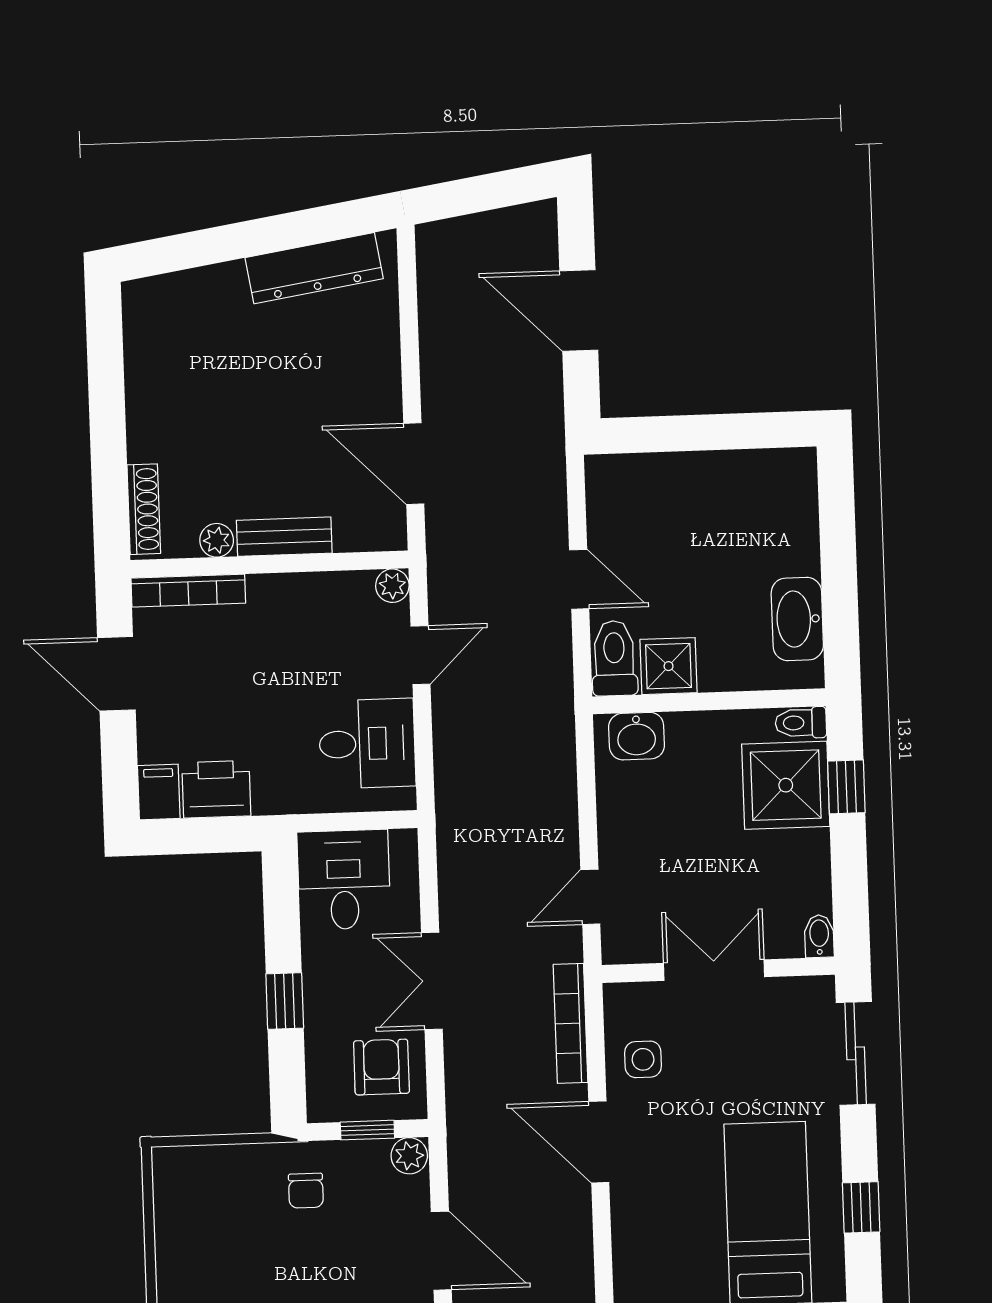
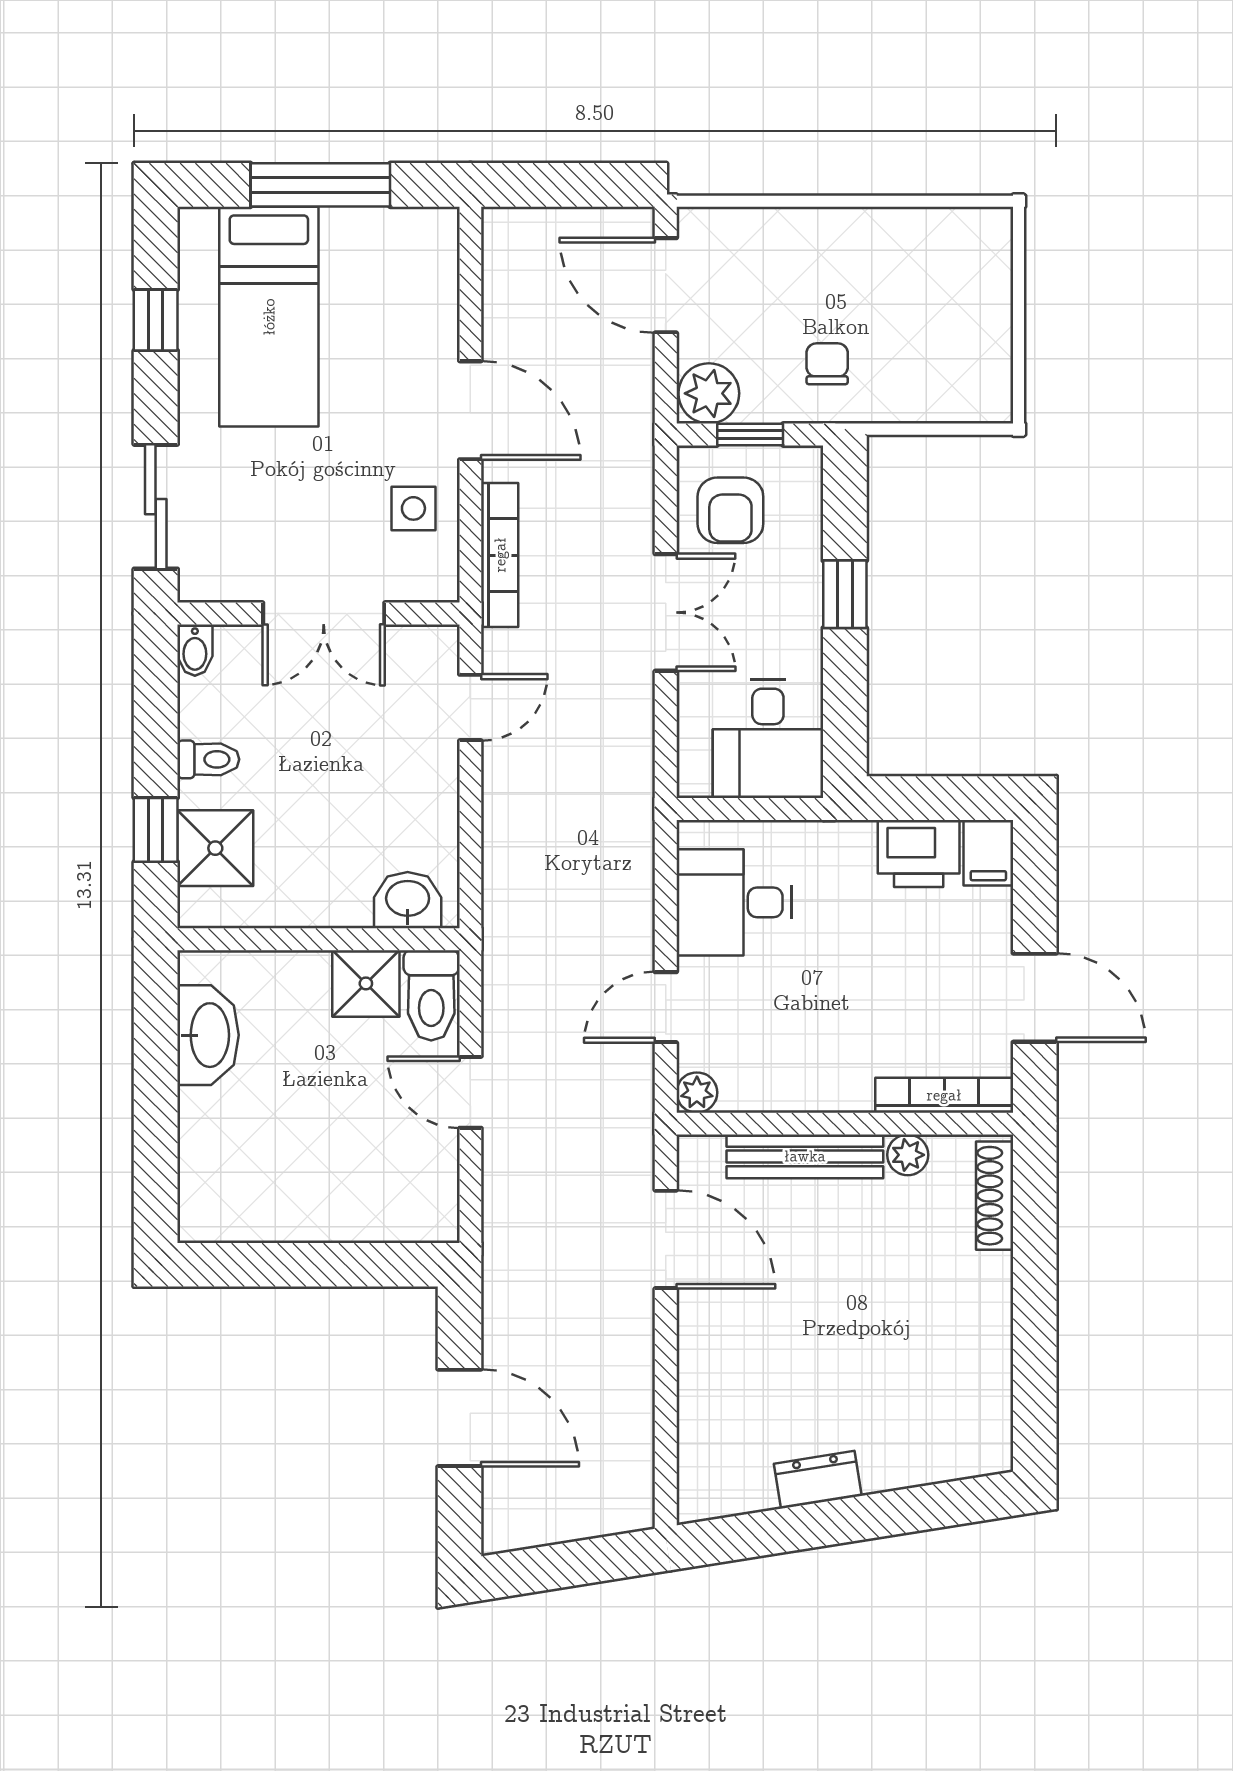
dresser: (314, 268) -> (818, 1480), width x0.51, depth x0.80
bench: (284, 537) -> (805, 1156), width x1.36
toilet: (801, 723) -> (208, 759), moved
shower: (786, 785) -> (215, 848), width x0.73, depth x0.73
plant: (409, 1156) -> (709, 393), width x1.38, depth x1.38

